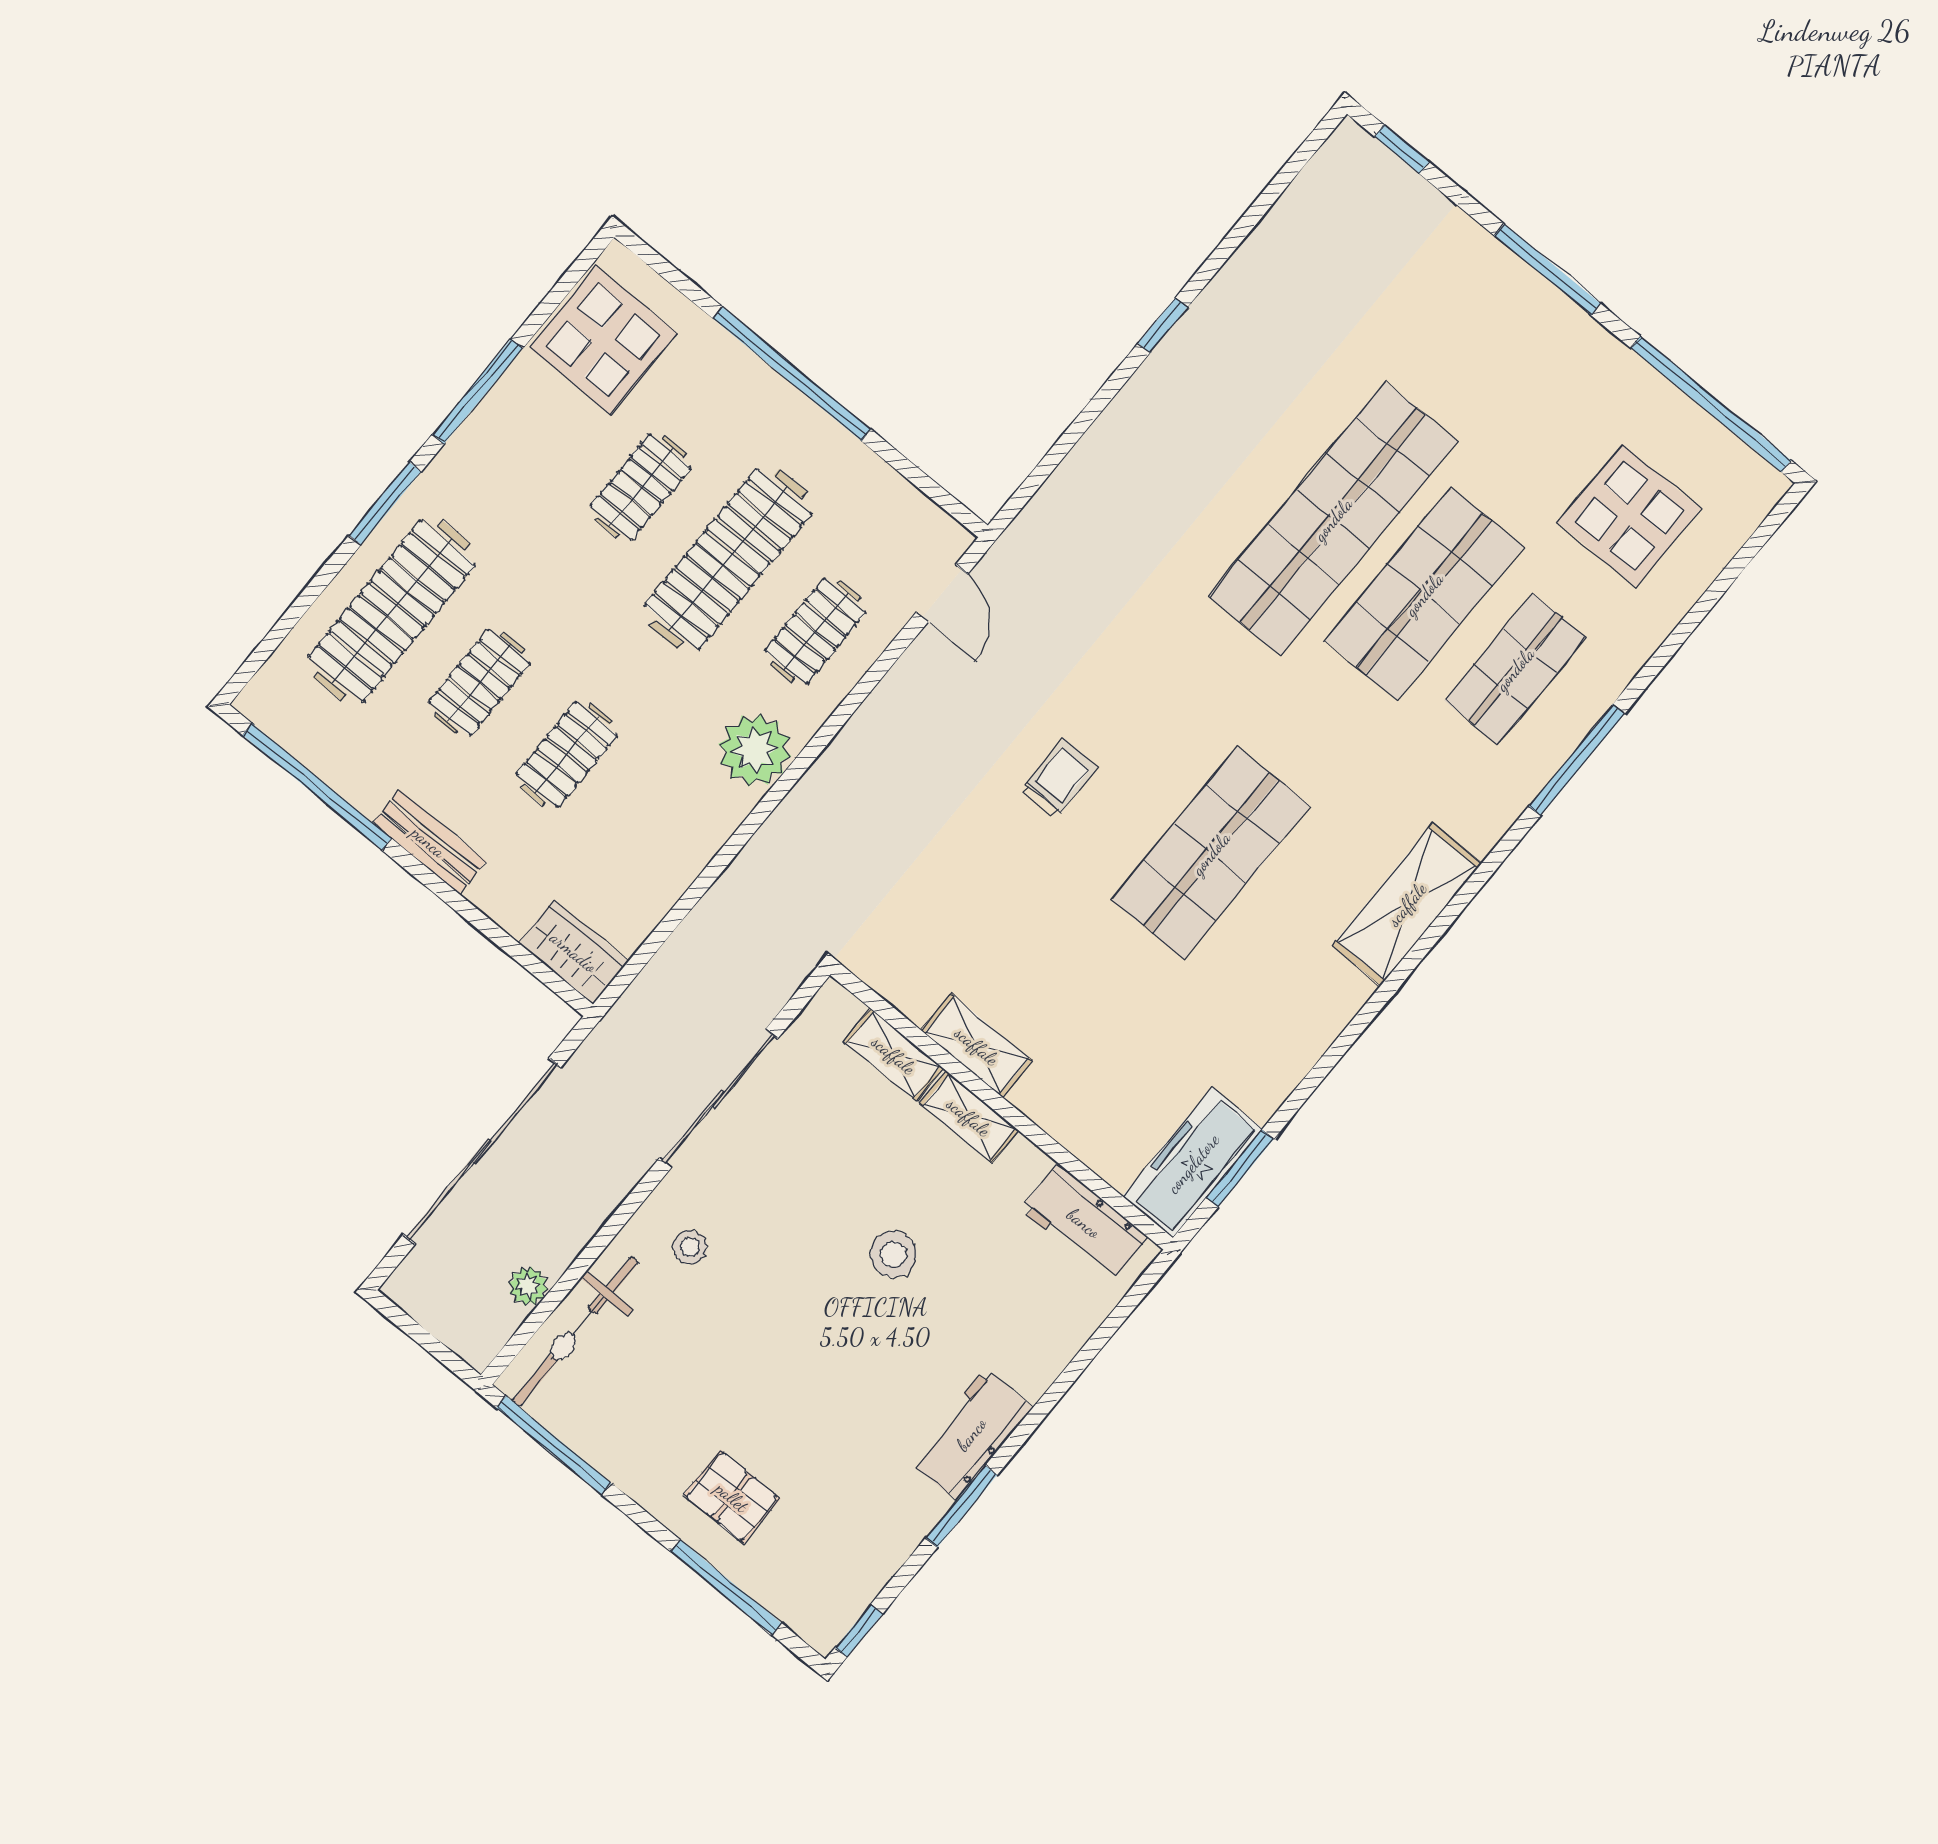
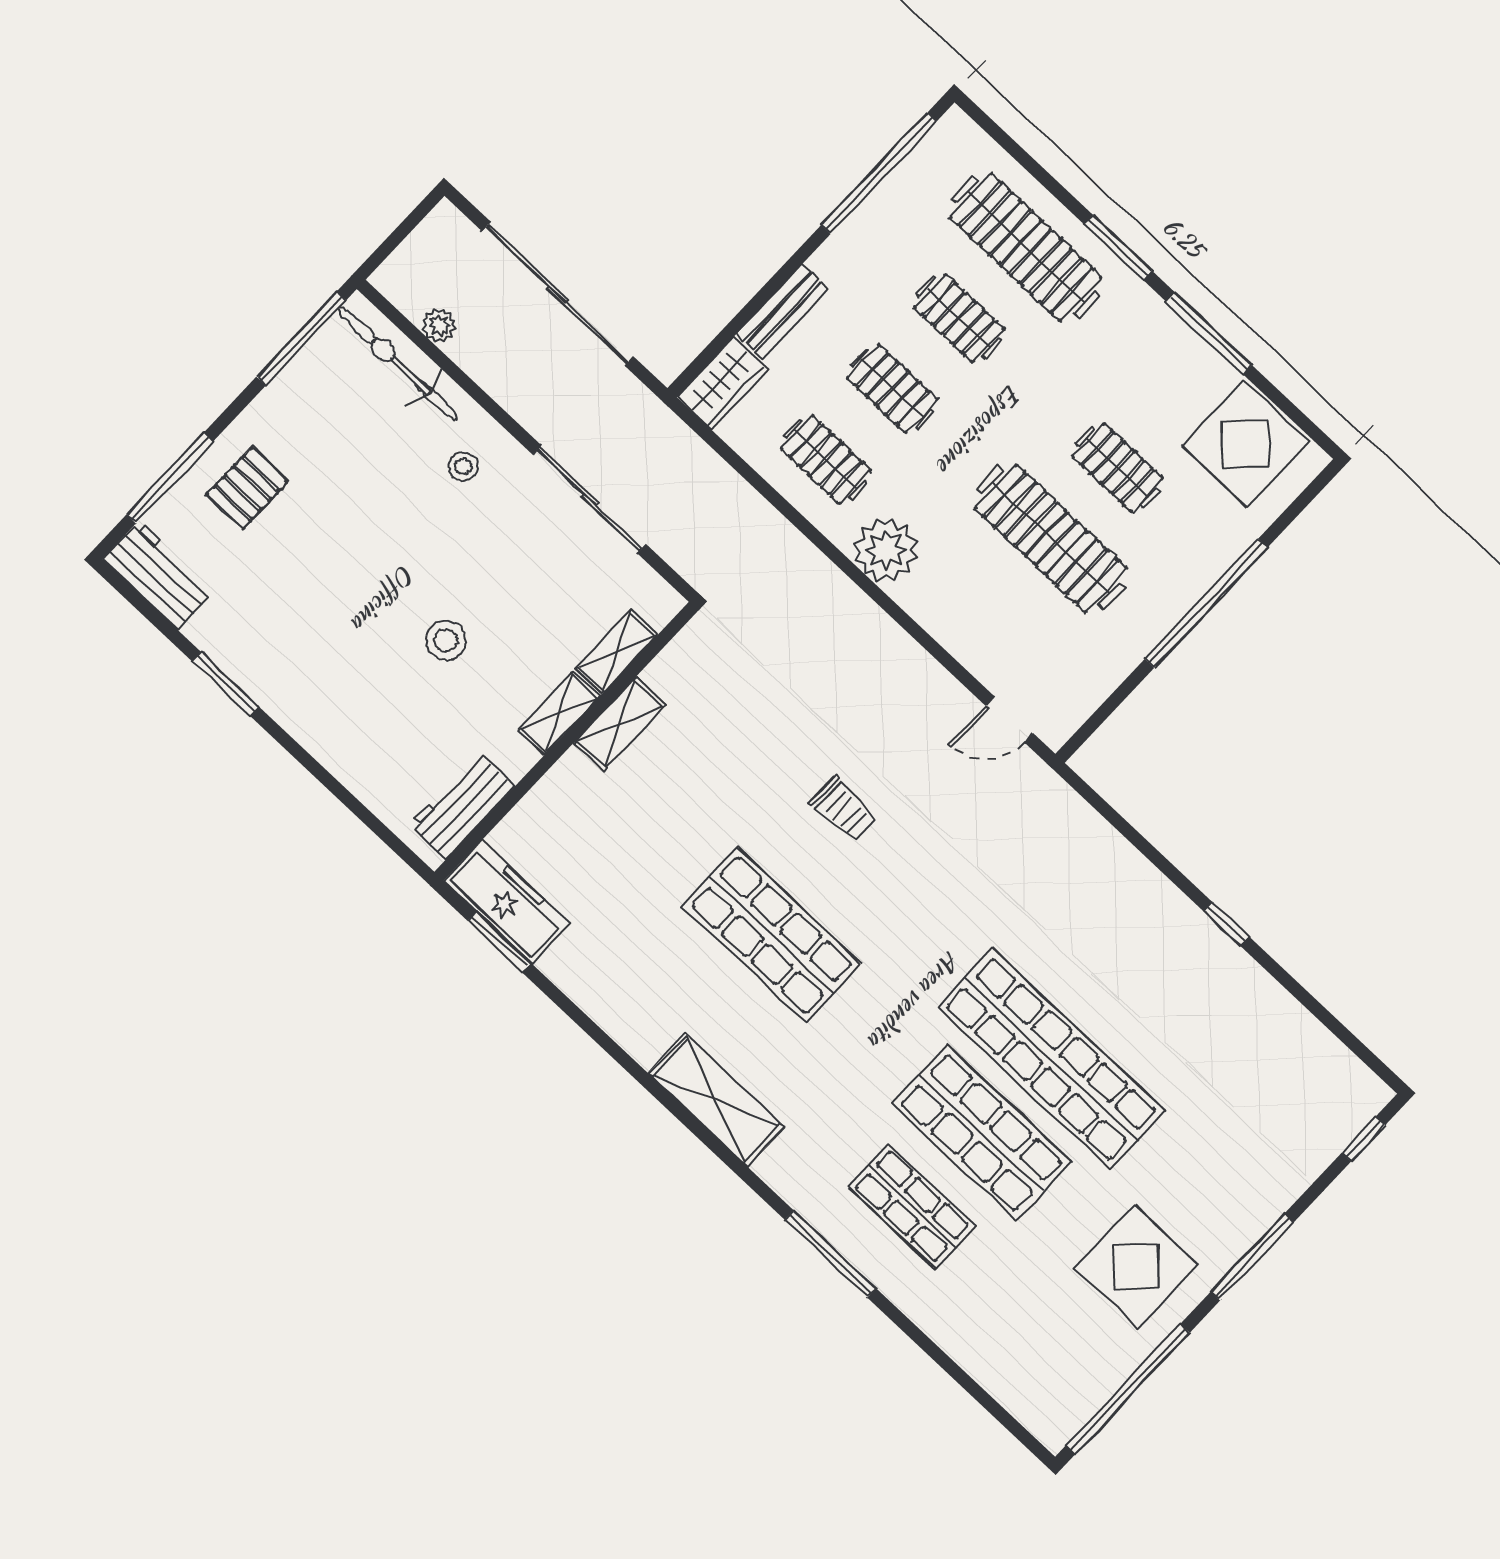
display table: (1629, 516) -> (1136, 1267), moved
clothes rail: (815, 631) -> (826, 460), moved
bench: (429, 842) -> (782, 312), moved
workbench: (971, 1434) -> (159, 575), moved
window: (859, 1631) -> (125, 589), removed

